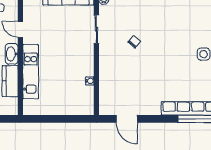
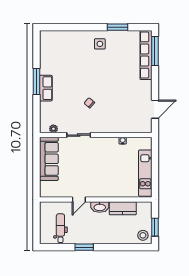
kitchen unit: (31, 72) -> (145, 173), moved, turned -90

